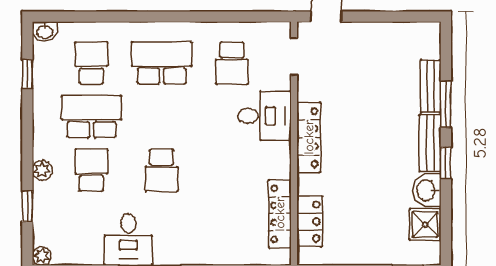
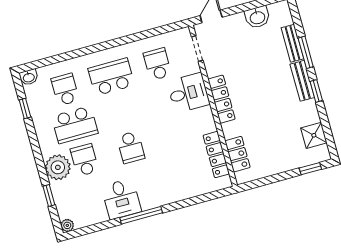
school desk: (232, 63) -> (157, 64), turned 180
school desk: (91, 117) -> (75, 125), turned 180
plant: (42, 170) -> (58, 167), width x1.87, depth x1.87
washbasin: (427, 190) -> (257, 17), moved, turned -90

